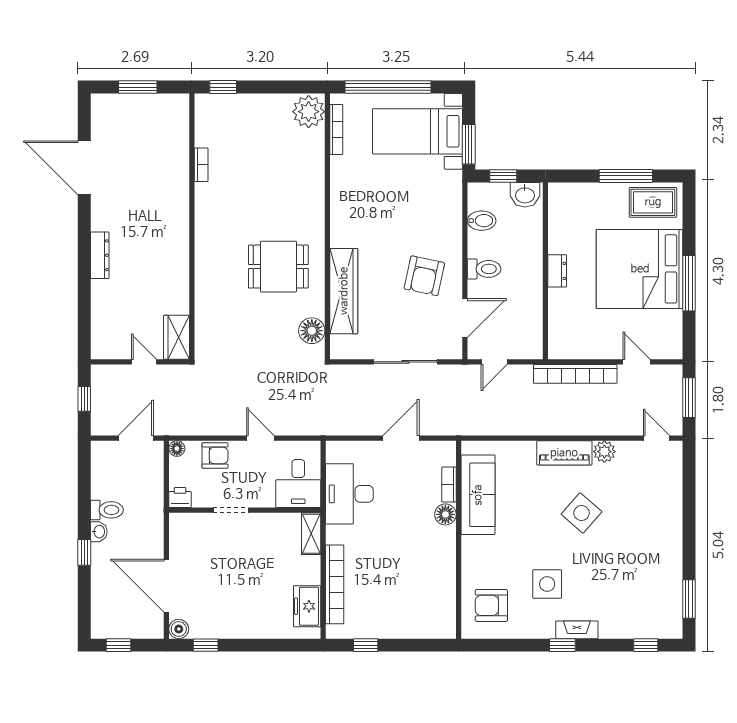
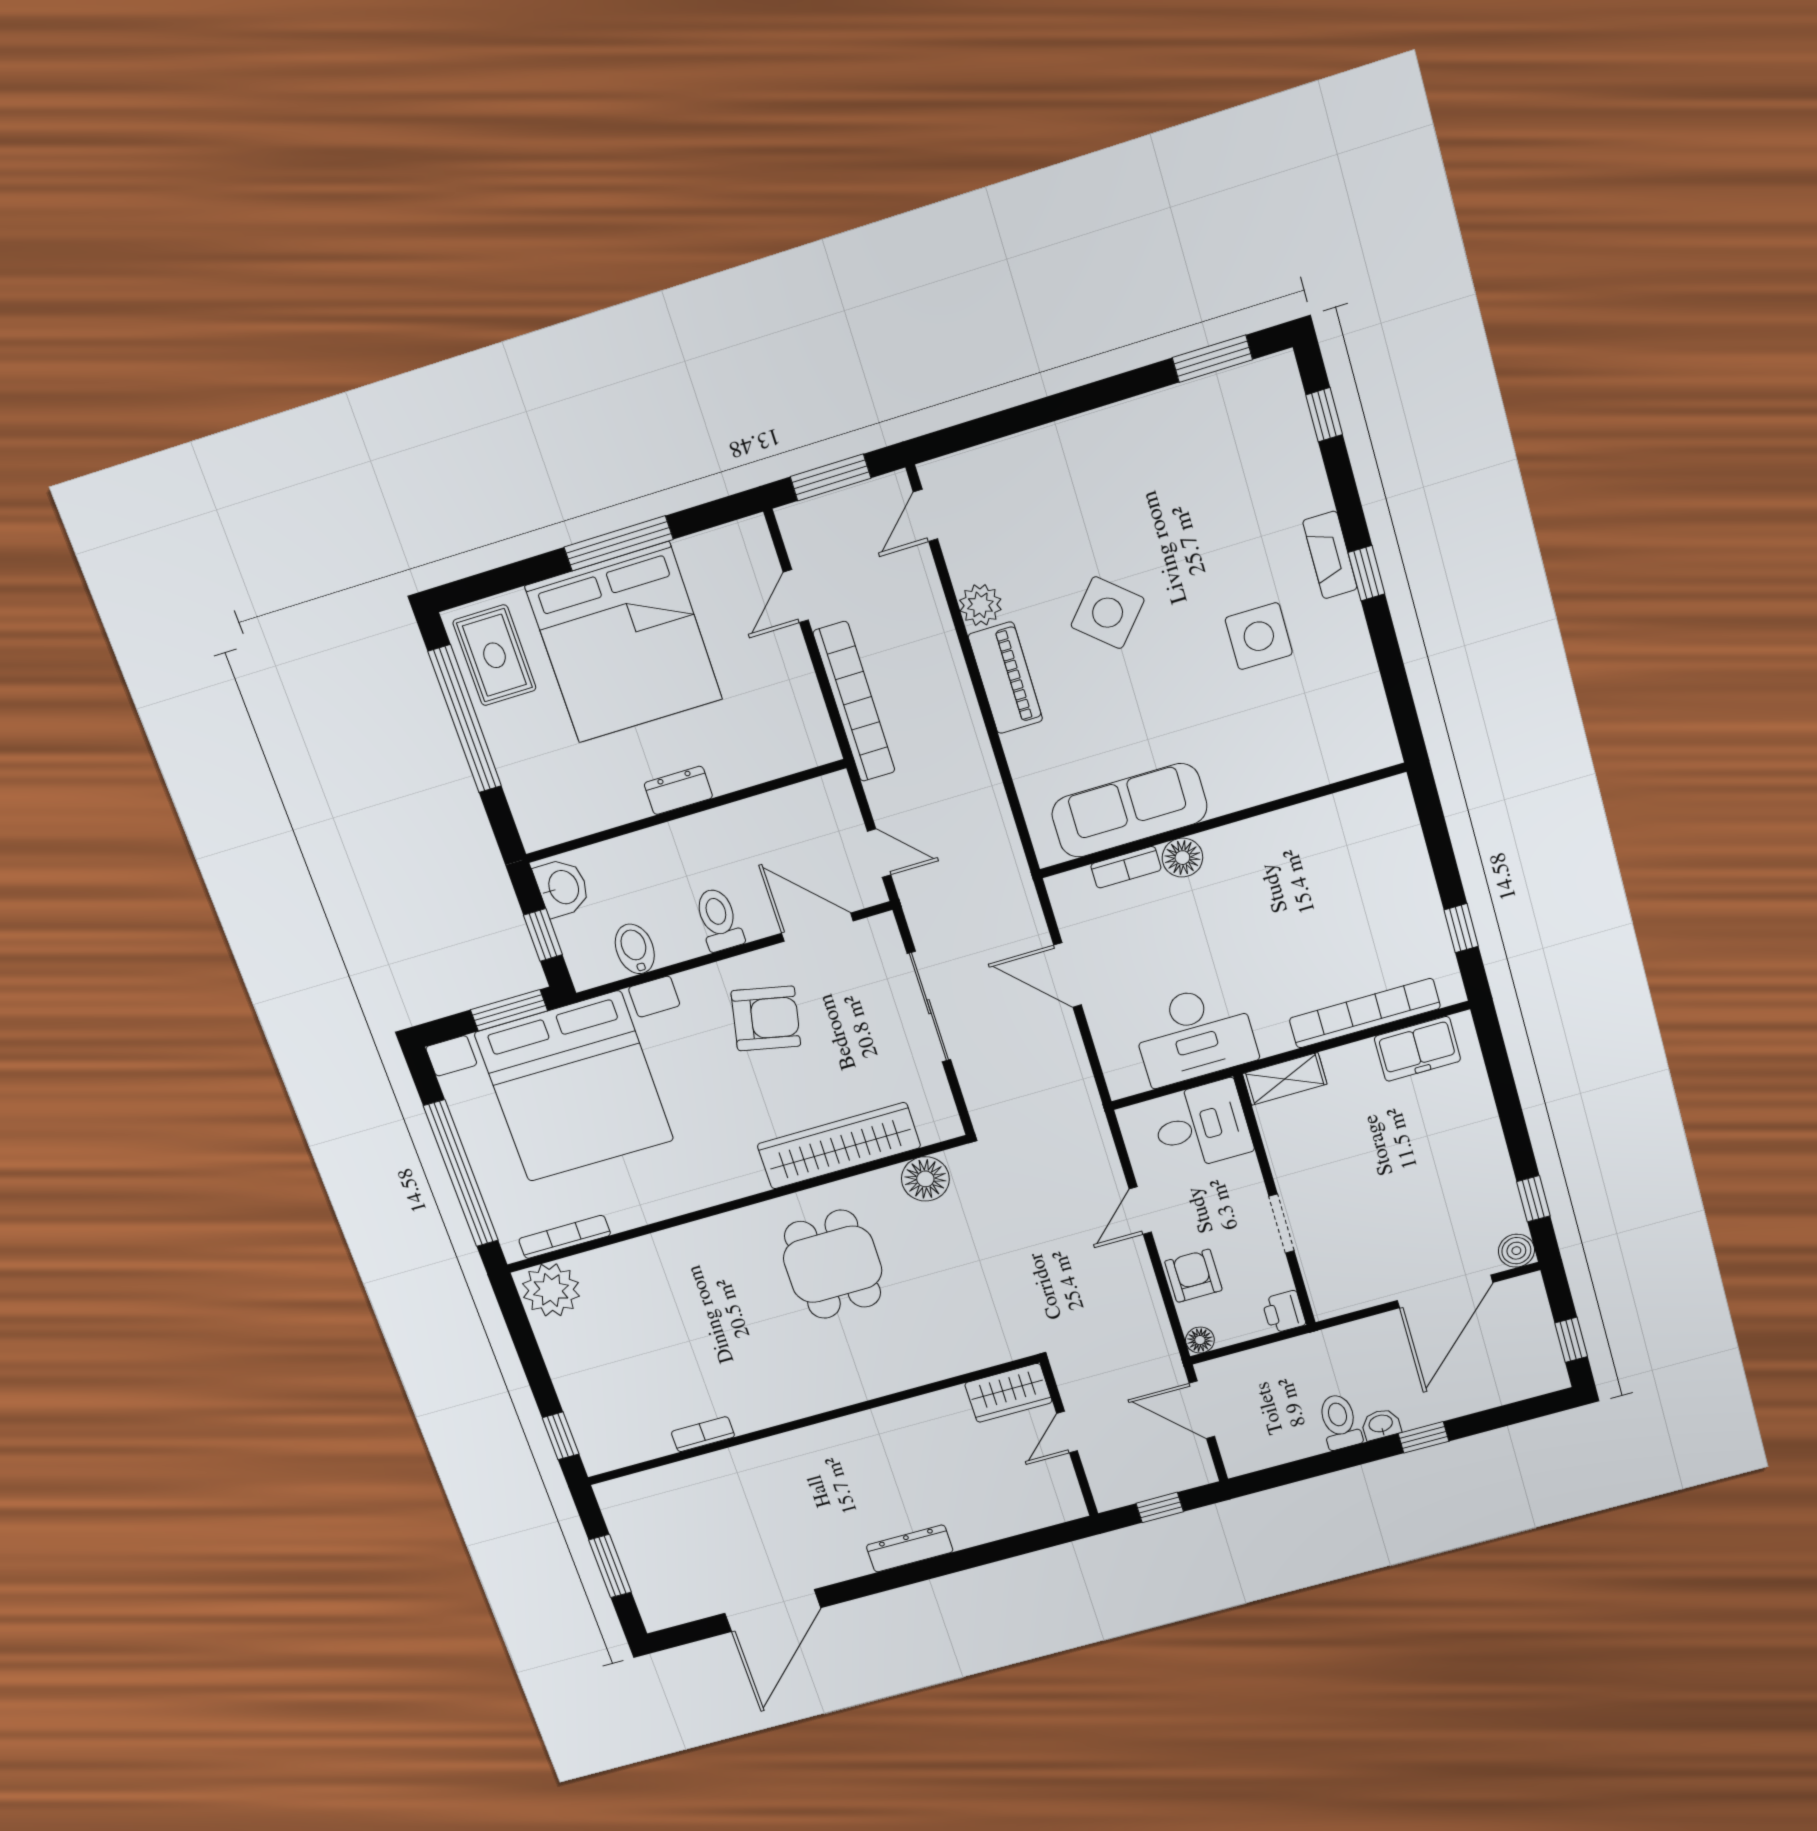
bed with nightstands: (418, 131) -> (574, 1087), width x1.85
window: (626, 176) -> (465, 719), width x1.46
armchair: (491, 605) -> (1327, 726), removed

